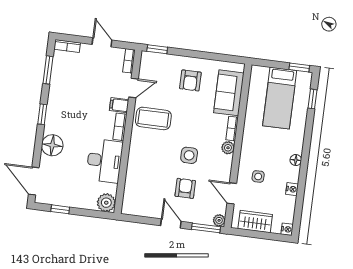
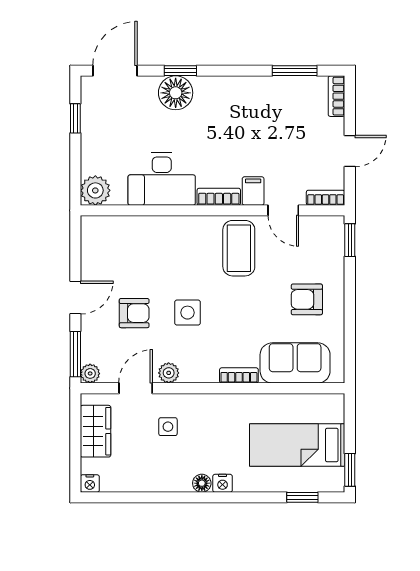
window: (42, 114) -> (180, 71), moved
plant: (228, 148) -> (169, 373), moved
nightstand: (292, 189) -> (223, 483), moved

